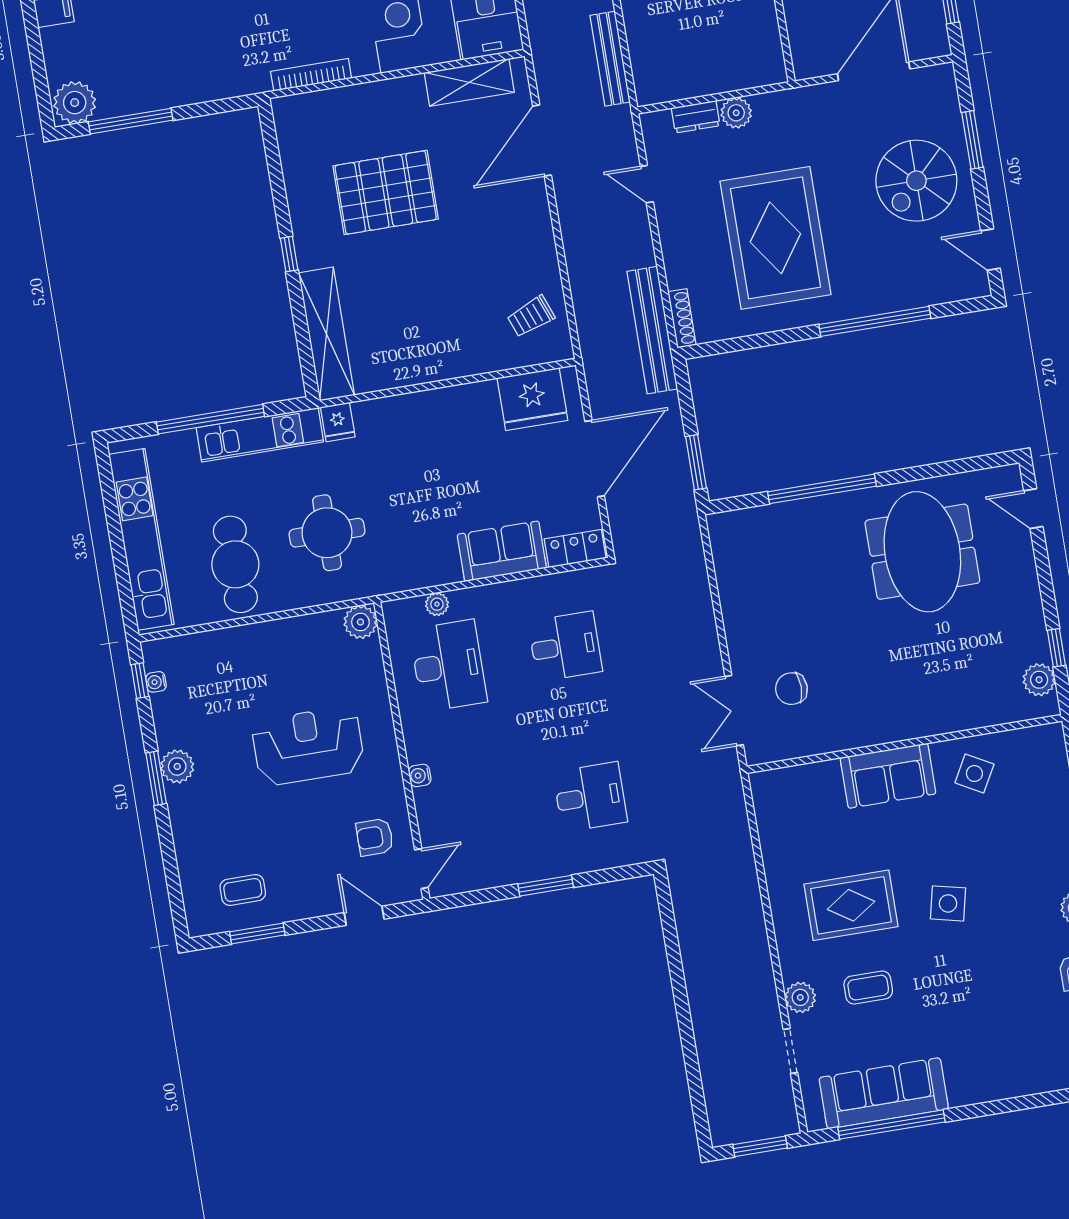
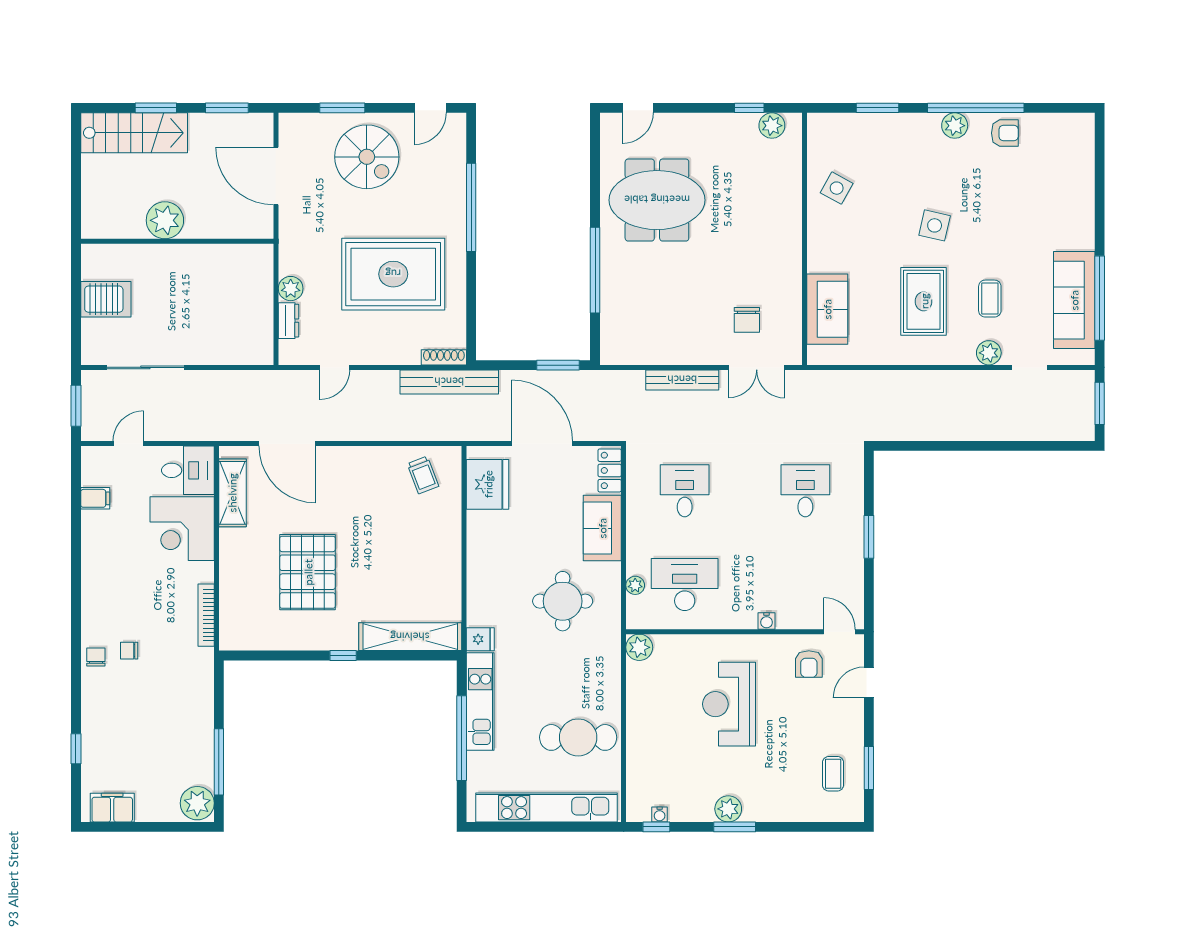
bench: (610, 59) -> (682, 380), moved
round table: (327, 533) -> (563, 601), moved
sofa: (888, 776) -> (827, 309), moved

